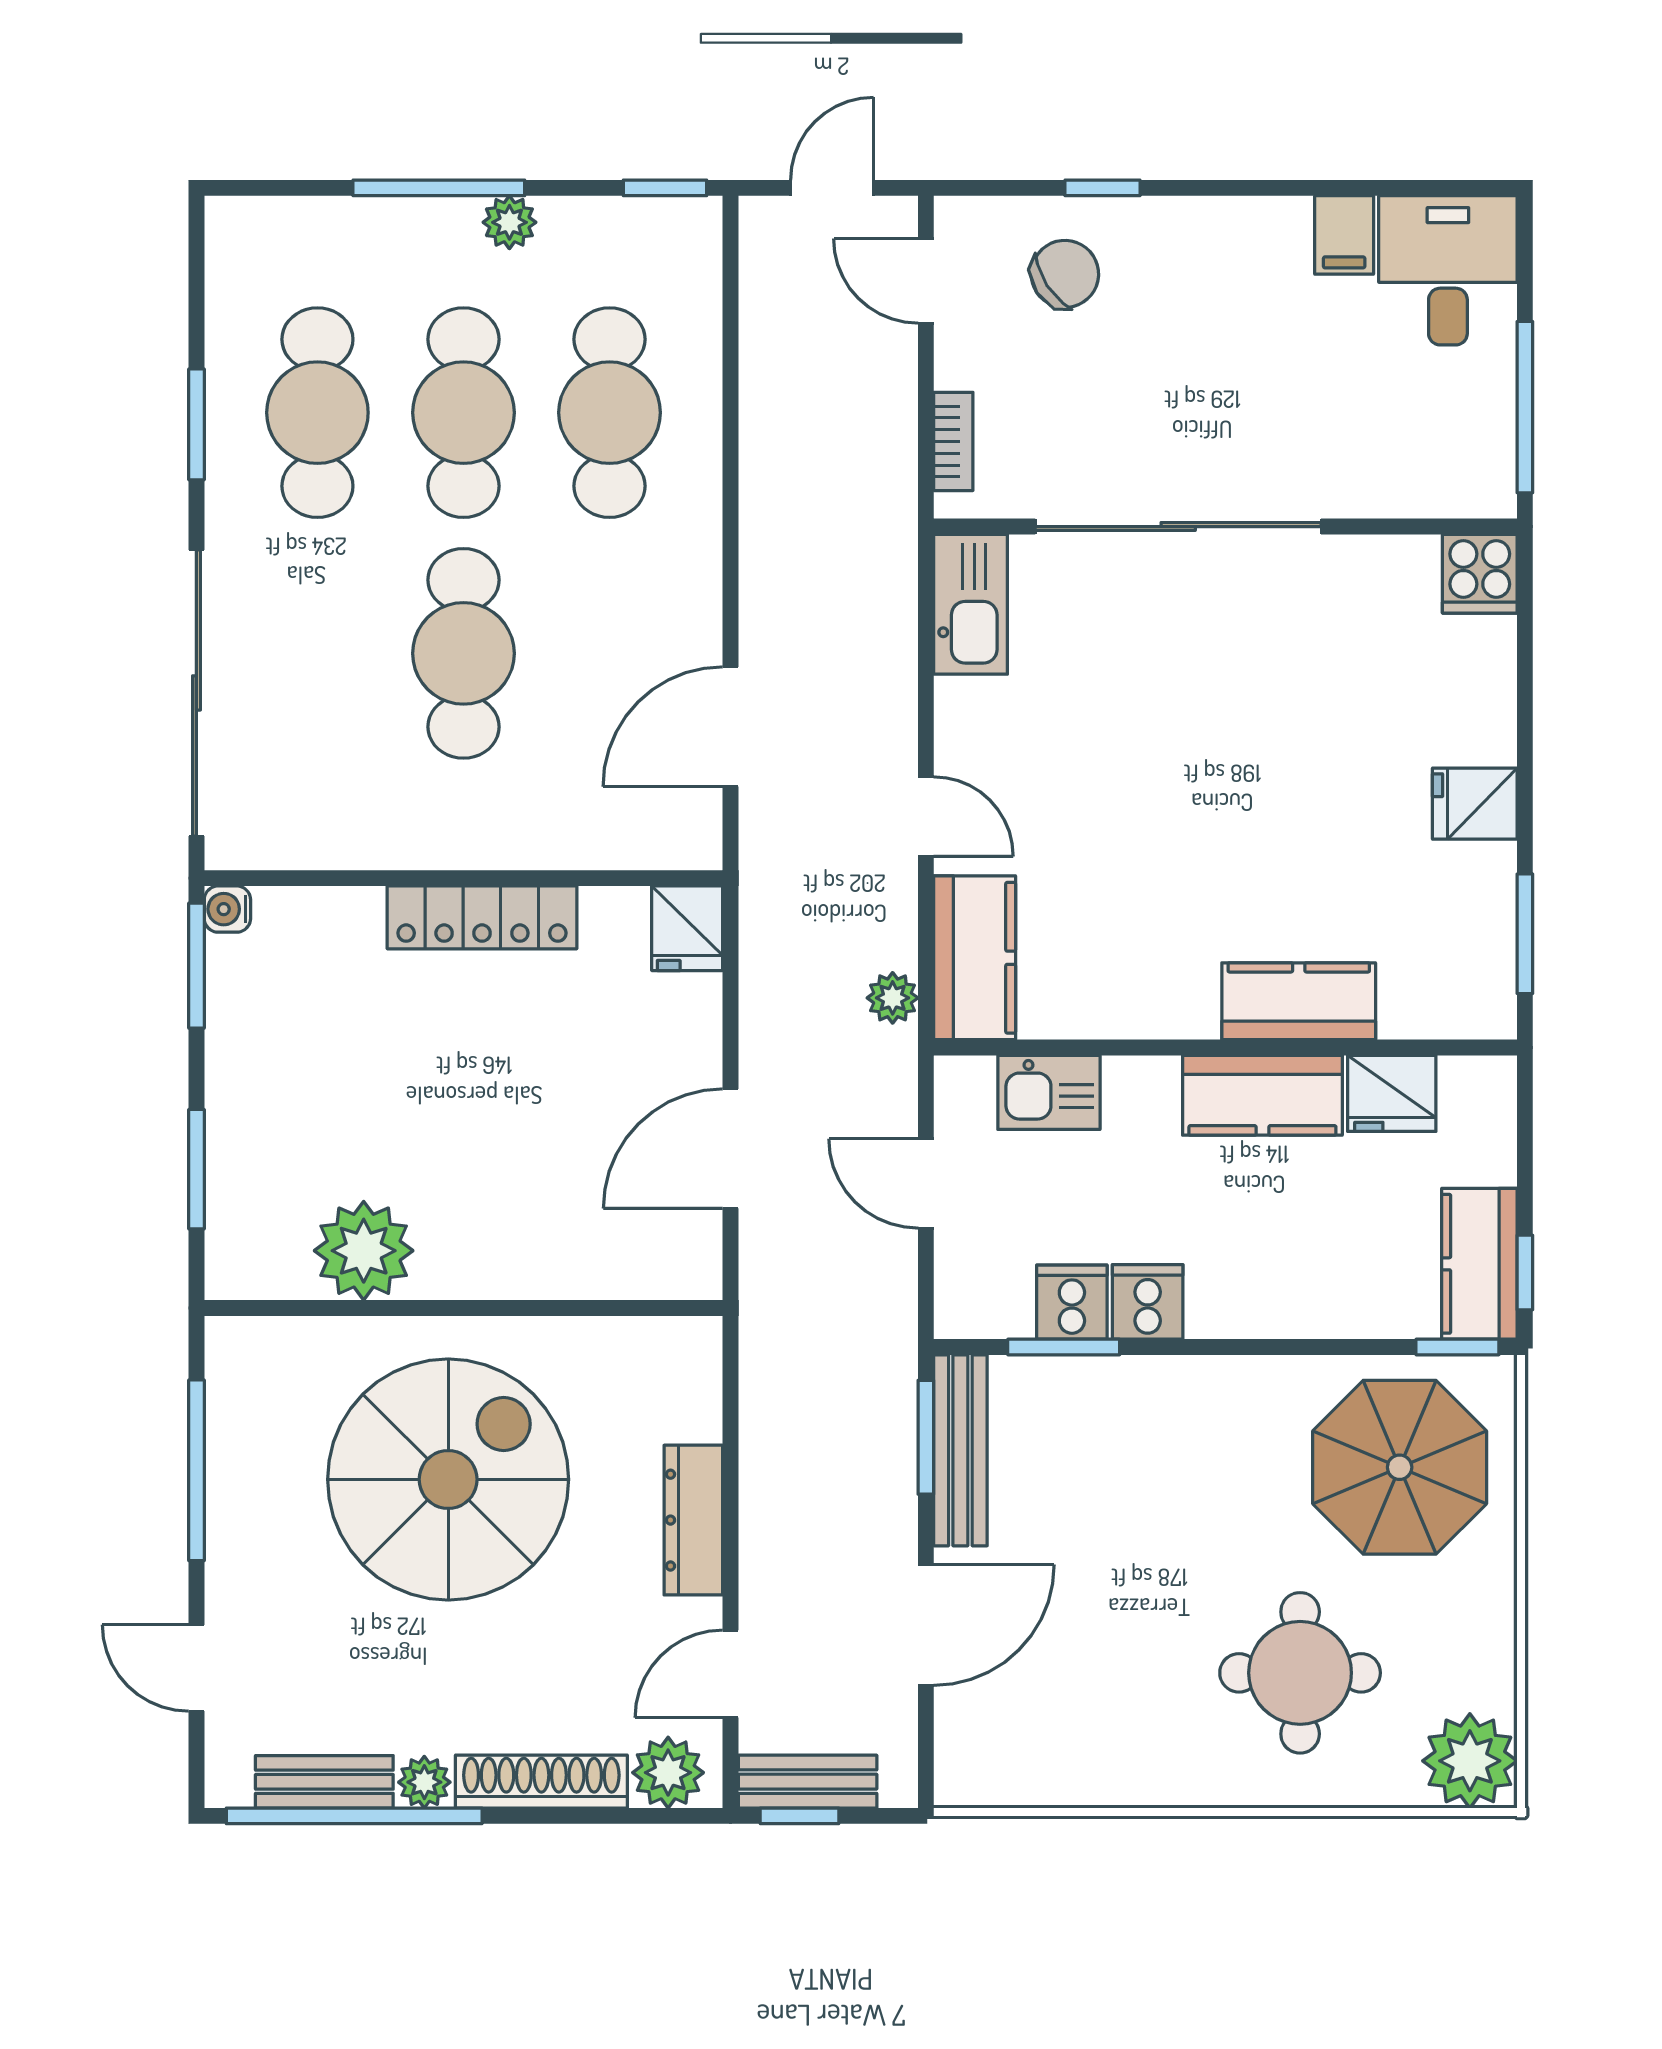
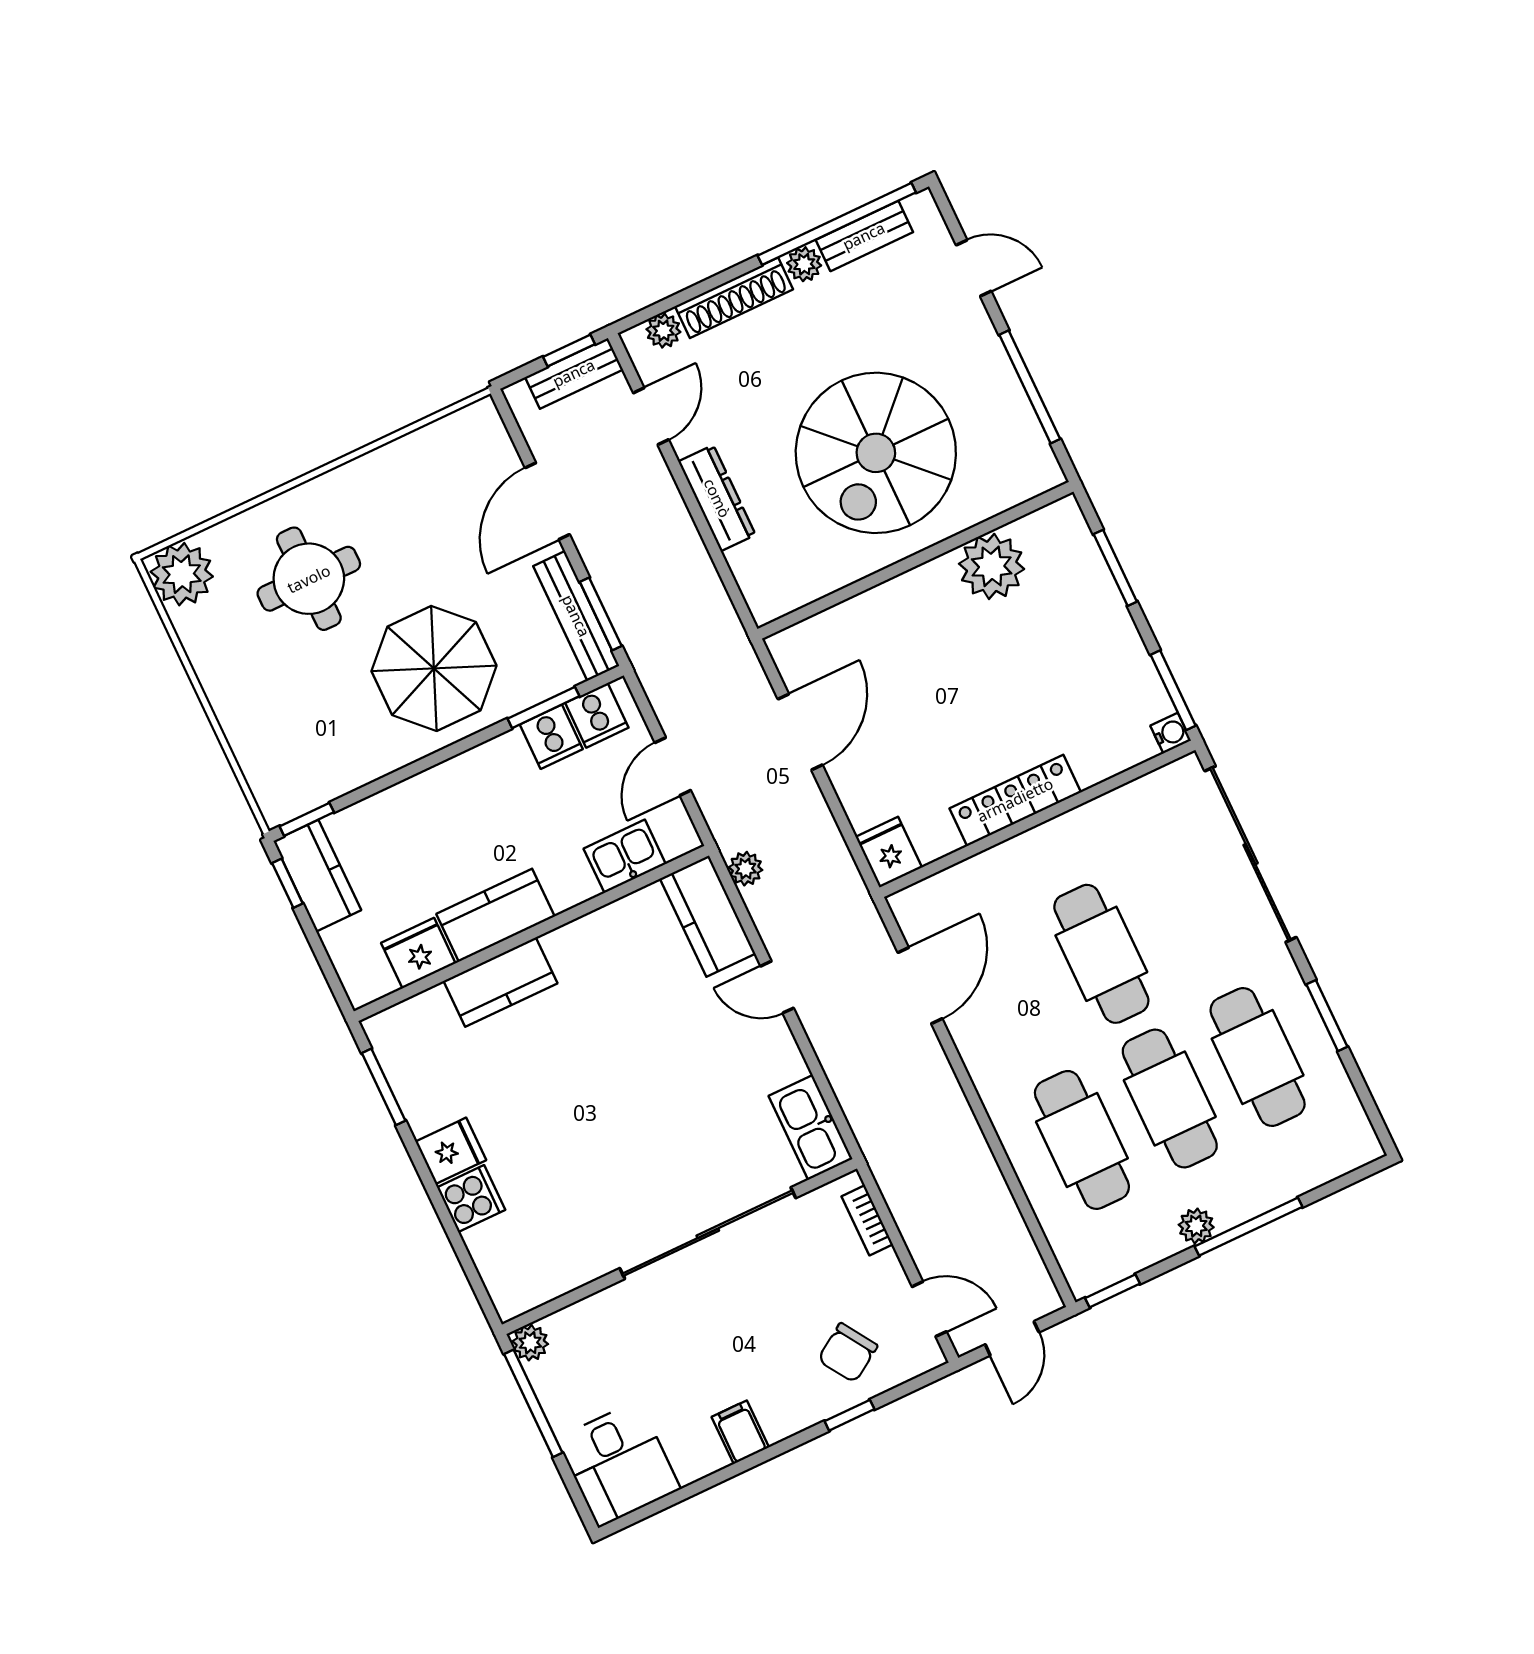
filing cabinet: (1344, 235) -> (740, 1432), moved
plant: (1490, 492) -> (530, 1343), added
cooker: (1480, 574) -> (471, 1199), moved, turned 90
door: (926, 1184) -> (673, 767), swing flipped
cooker: (1148, 1302) -> (597, 715), moved
parasol: (1400, 1467) -> (434, 668), moved
plant: (668, 1773) -> (663, 331), width x0.73, depth x0.73

